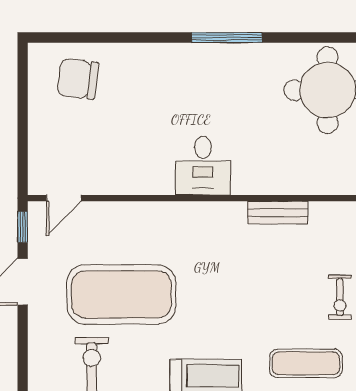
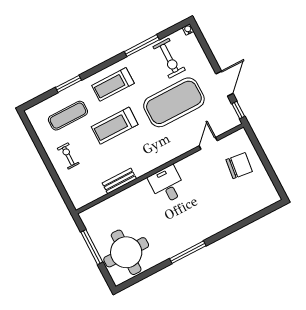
chair: (78, 79) -> (239, 166), moved
door: (64, 198) -> (208, 143), moved
treadmill: (238, 307) -> (115, 126), added

